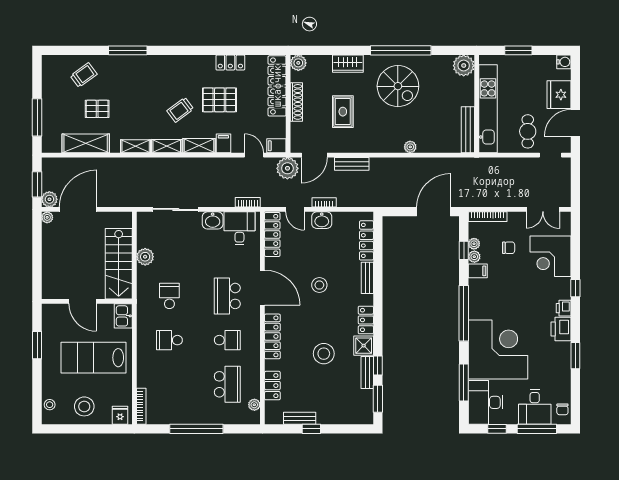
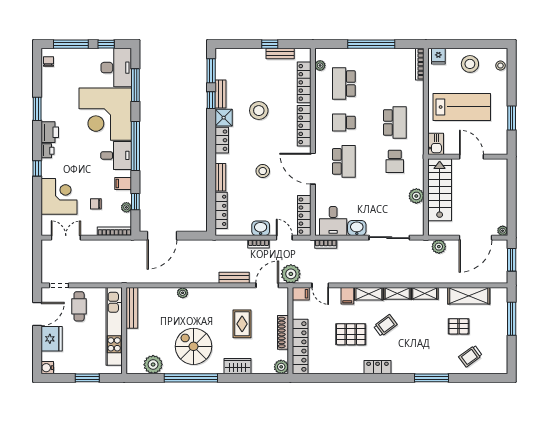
locker: (230, 63) -> (378, 367), moved
plant: (464, 66) -> (153, 365), moved
plant: (49, 199) -> (439, 247), moved
plant: (474, 257) -> (126, 196), removed
school desk: (169, 340) -> (395, 122), width x1.85
locker: (272, 386) -> (304, 82), width x1.53
desk: (535, 407) -> (116, 155), moved, turned 90

